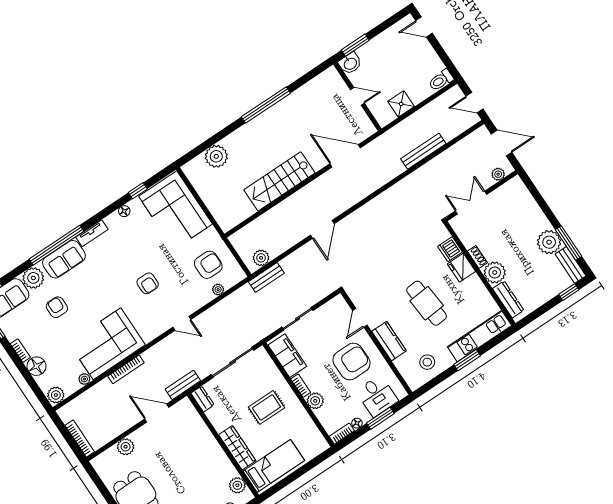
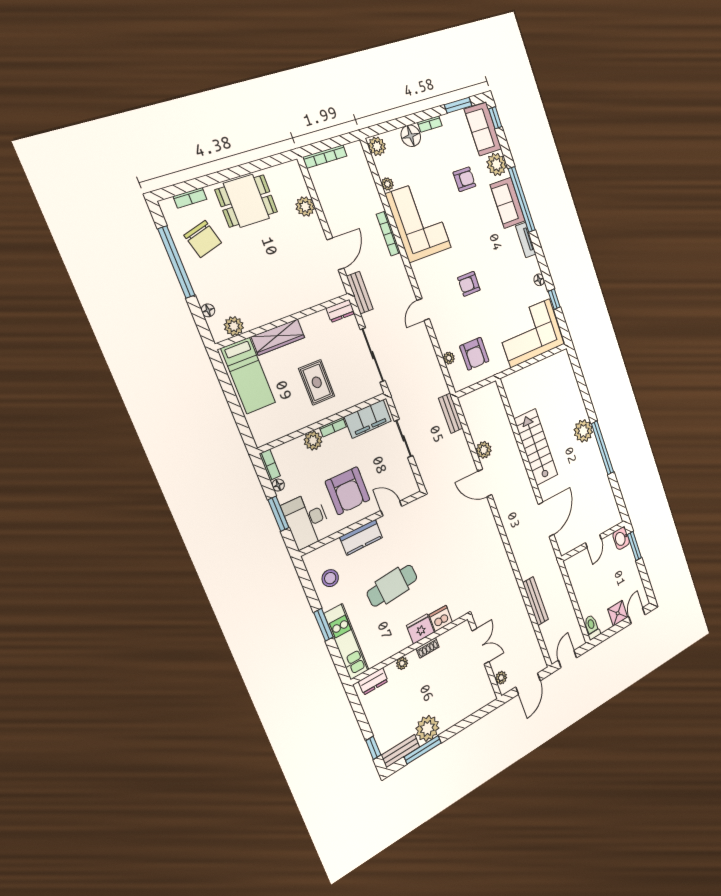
shower: (401, 104) -> (618, 613), moved
plant: (216, 156) -> (583, 431), moved
plant: (261, 258) -> (484, 450), moved
plant: (495, 273) -> (402, 663), width x0.53, depth x0.53
dresser: (508, 299) -> (373, 681), width x0.70
desk: (377, 396) -> (307, 520), width x1.37

